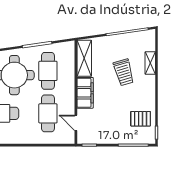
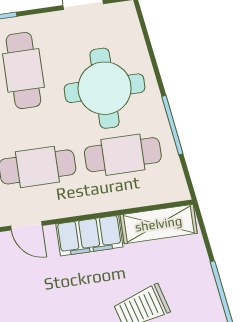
door: (76, 123) -> (26, 226), swing flipped

